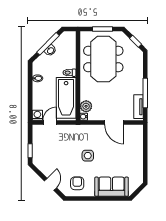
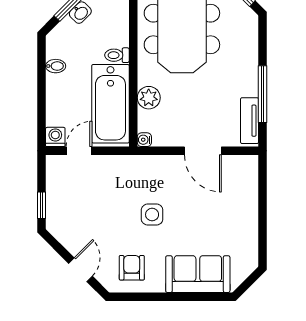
plant: (86, 106) -> (149, 98), moved

